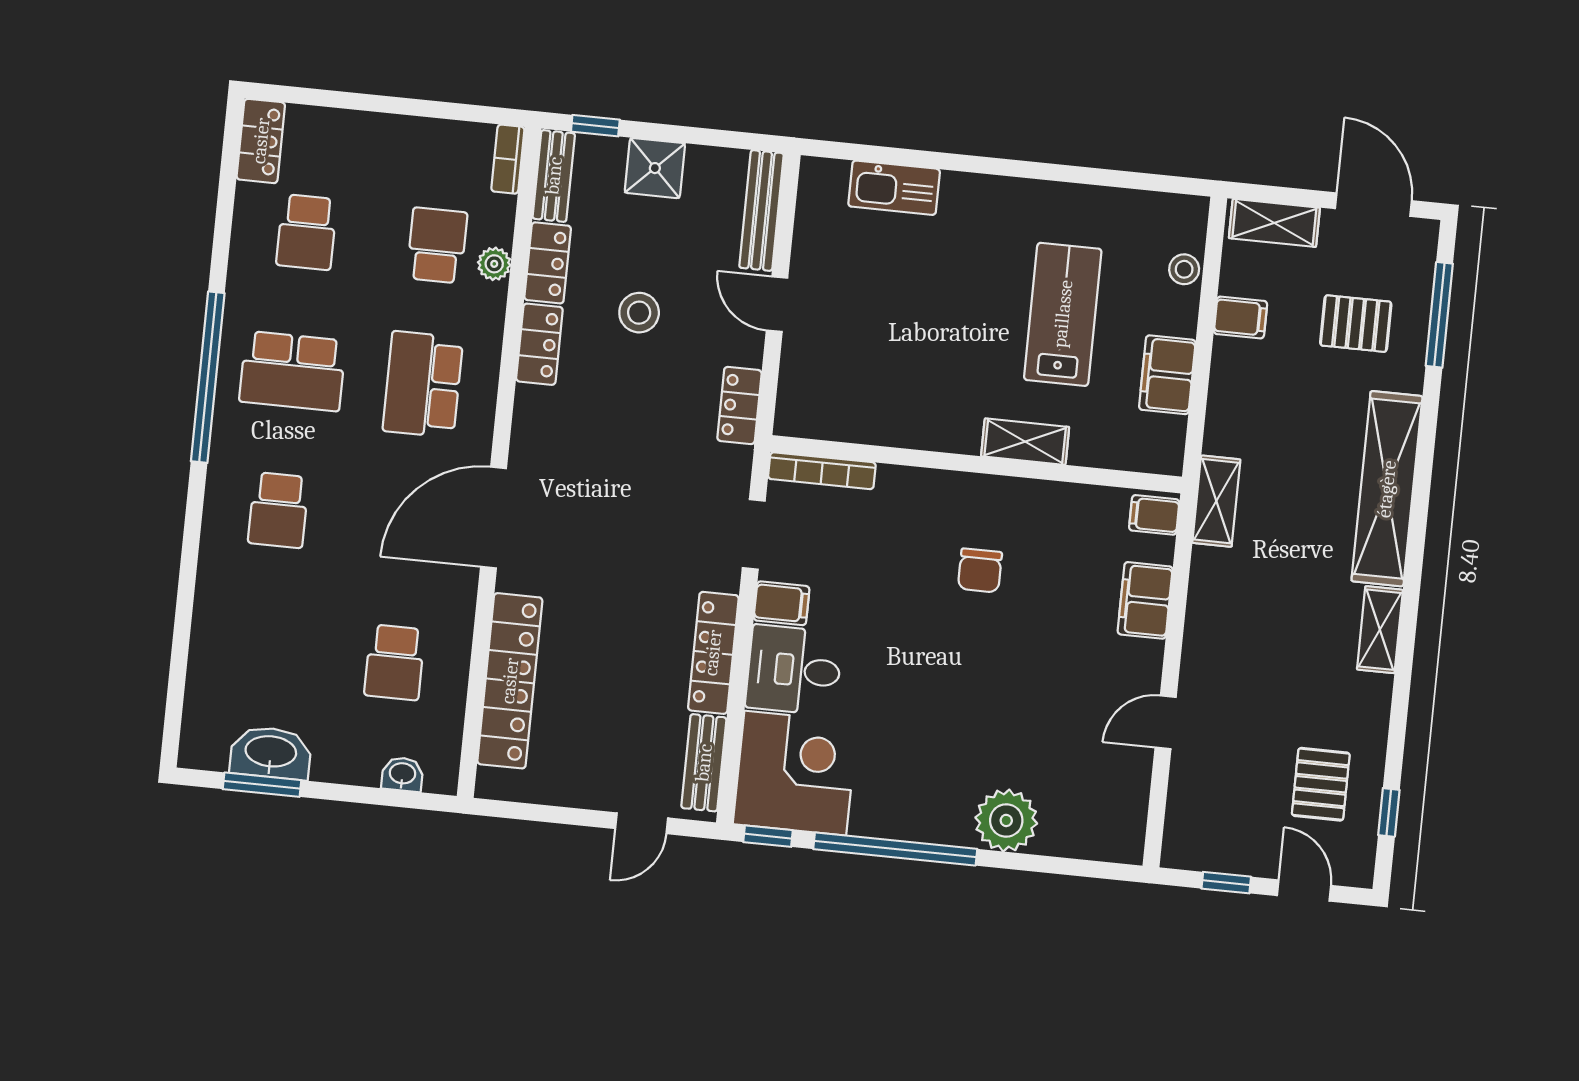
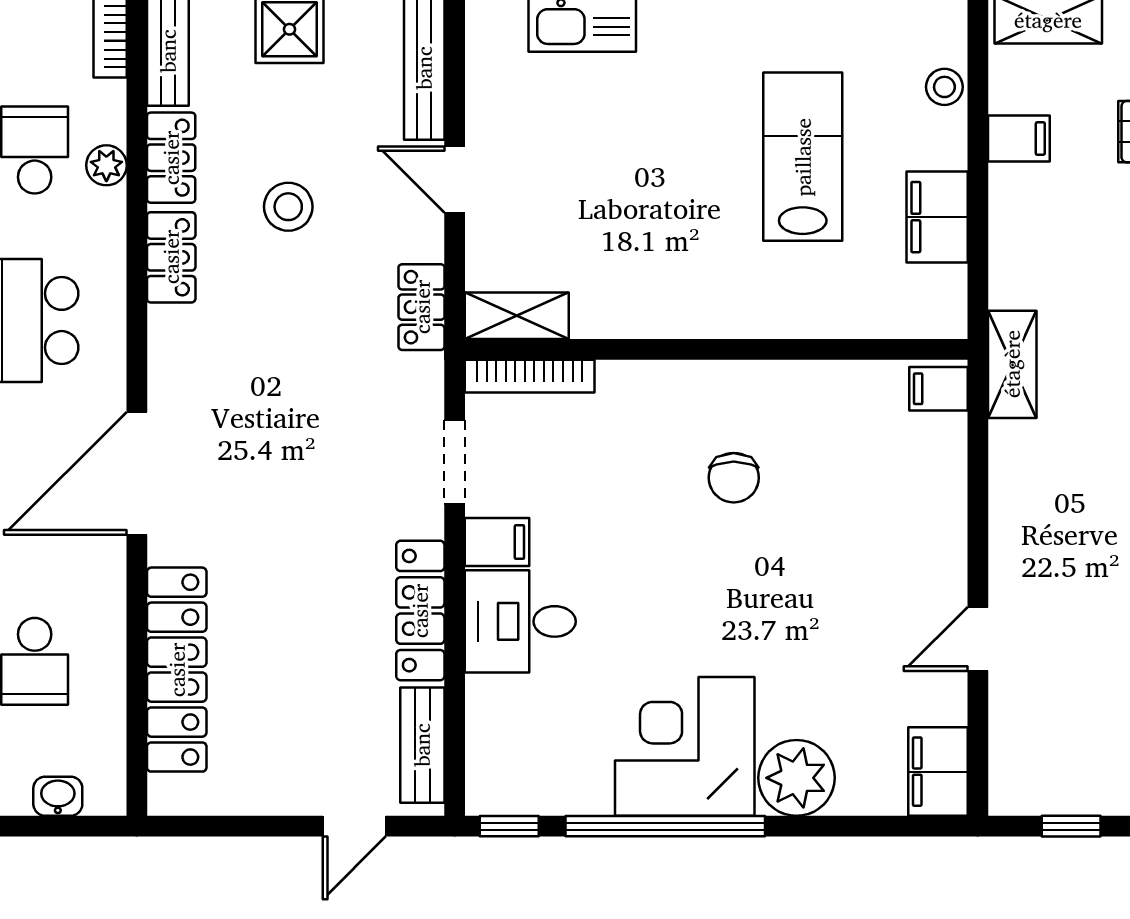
shelving: (1025, 442) -> (517, 316), moved
filing cabinet: (1145, 600) -> (938, 772), moved
corner desk: (795, 773) -> (685, 746), moved, turned -90

